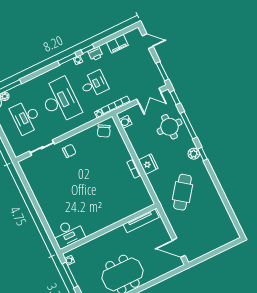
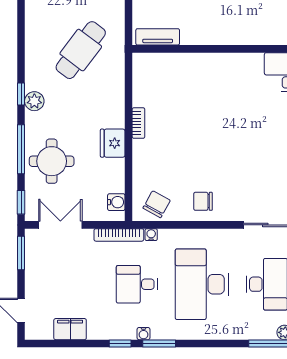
printer: (95, 54) -> (111, 330), removed
chair: (69, 151) -> (203, 201), moved
fridge: (148, 164) -> (113, 143), moved
tv unit: (141, 221) -> (158, 37), width x0.71

